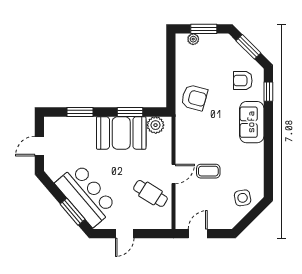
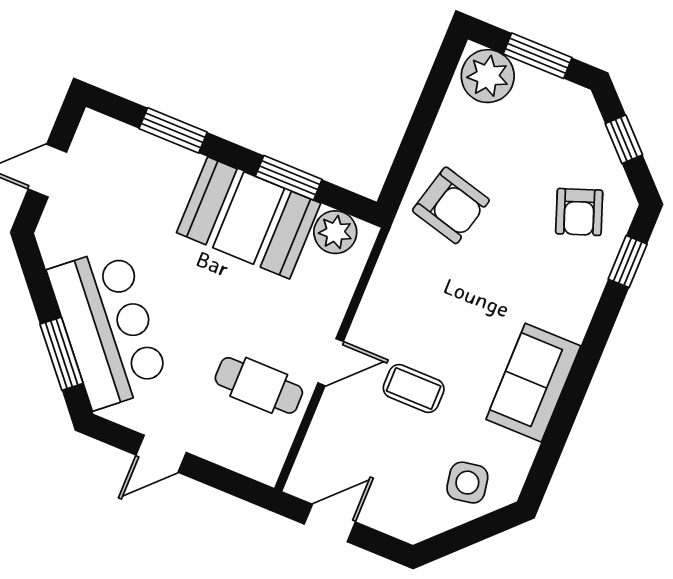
plant: (193, 39) -> (488, 76), width x1.87, depth x1.87
window: (248, 47) -> (624, 139), width x0.67
armchair: (243, 81) -> (579, 212), turned -110
sofa: (252, 122) -> (533, 383), moved
cafe table: (150, 193) -> (259, 385), turned -32

